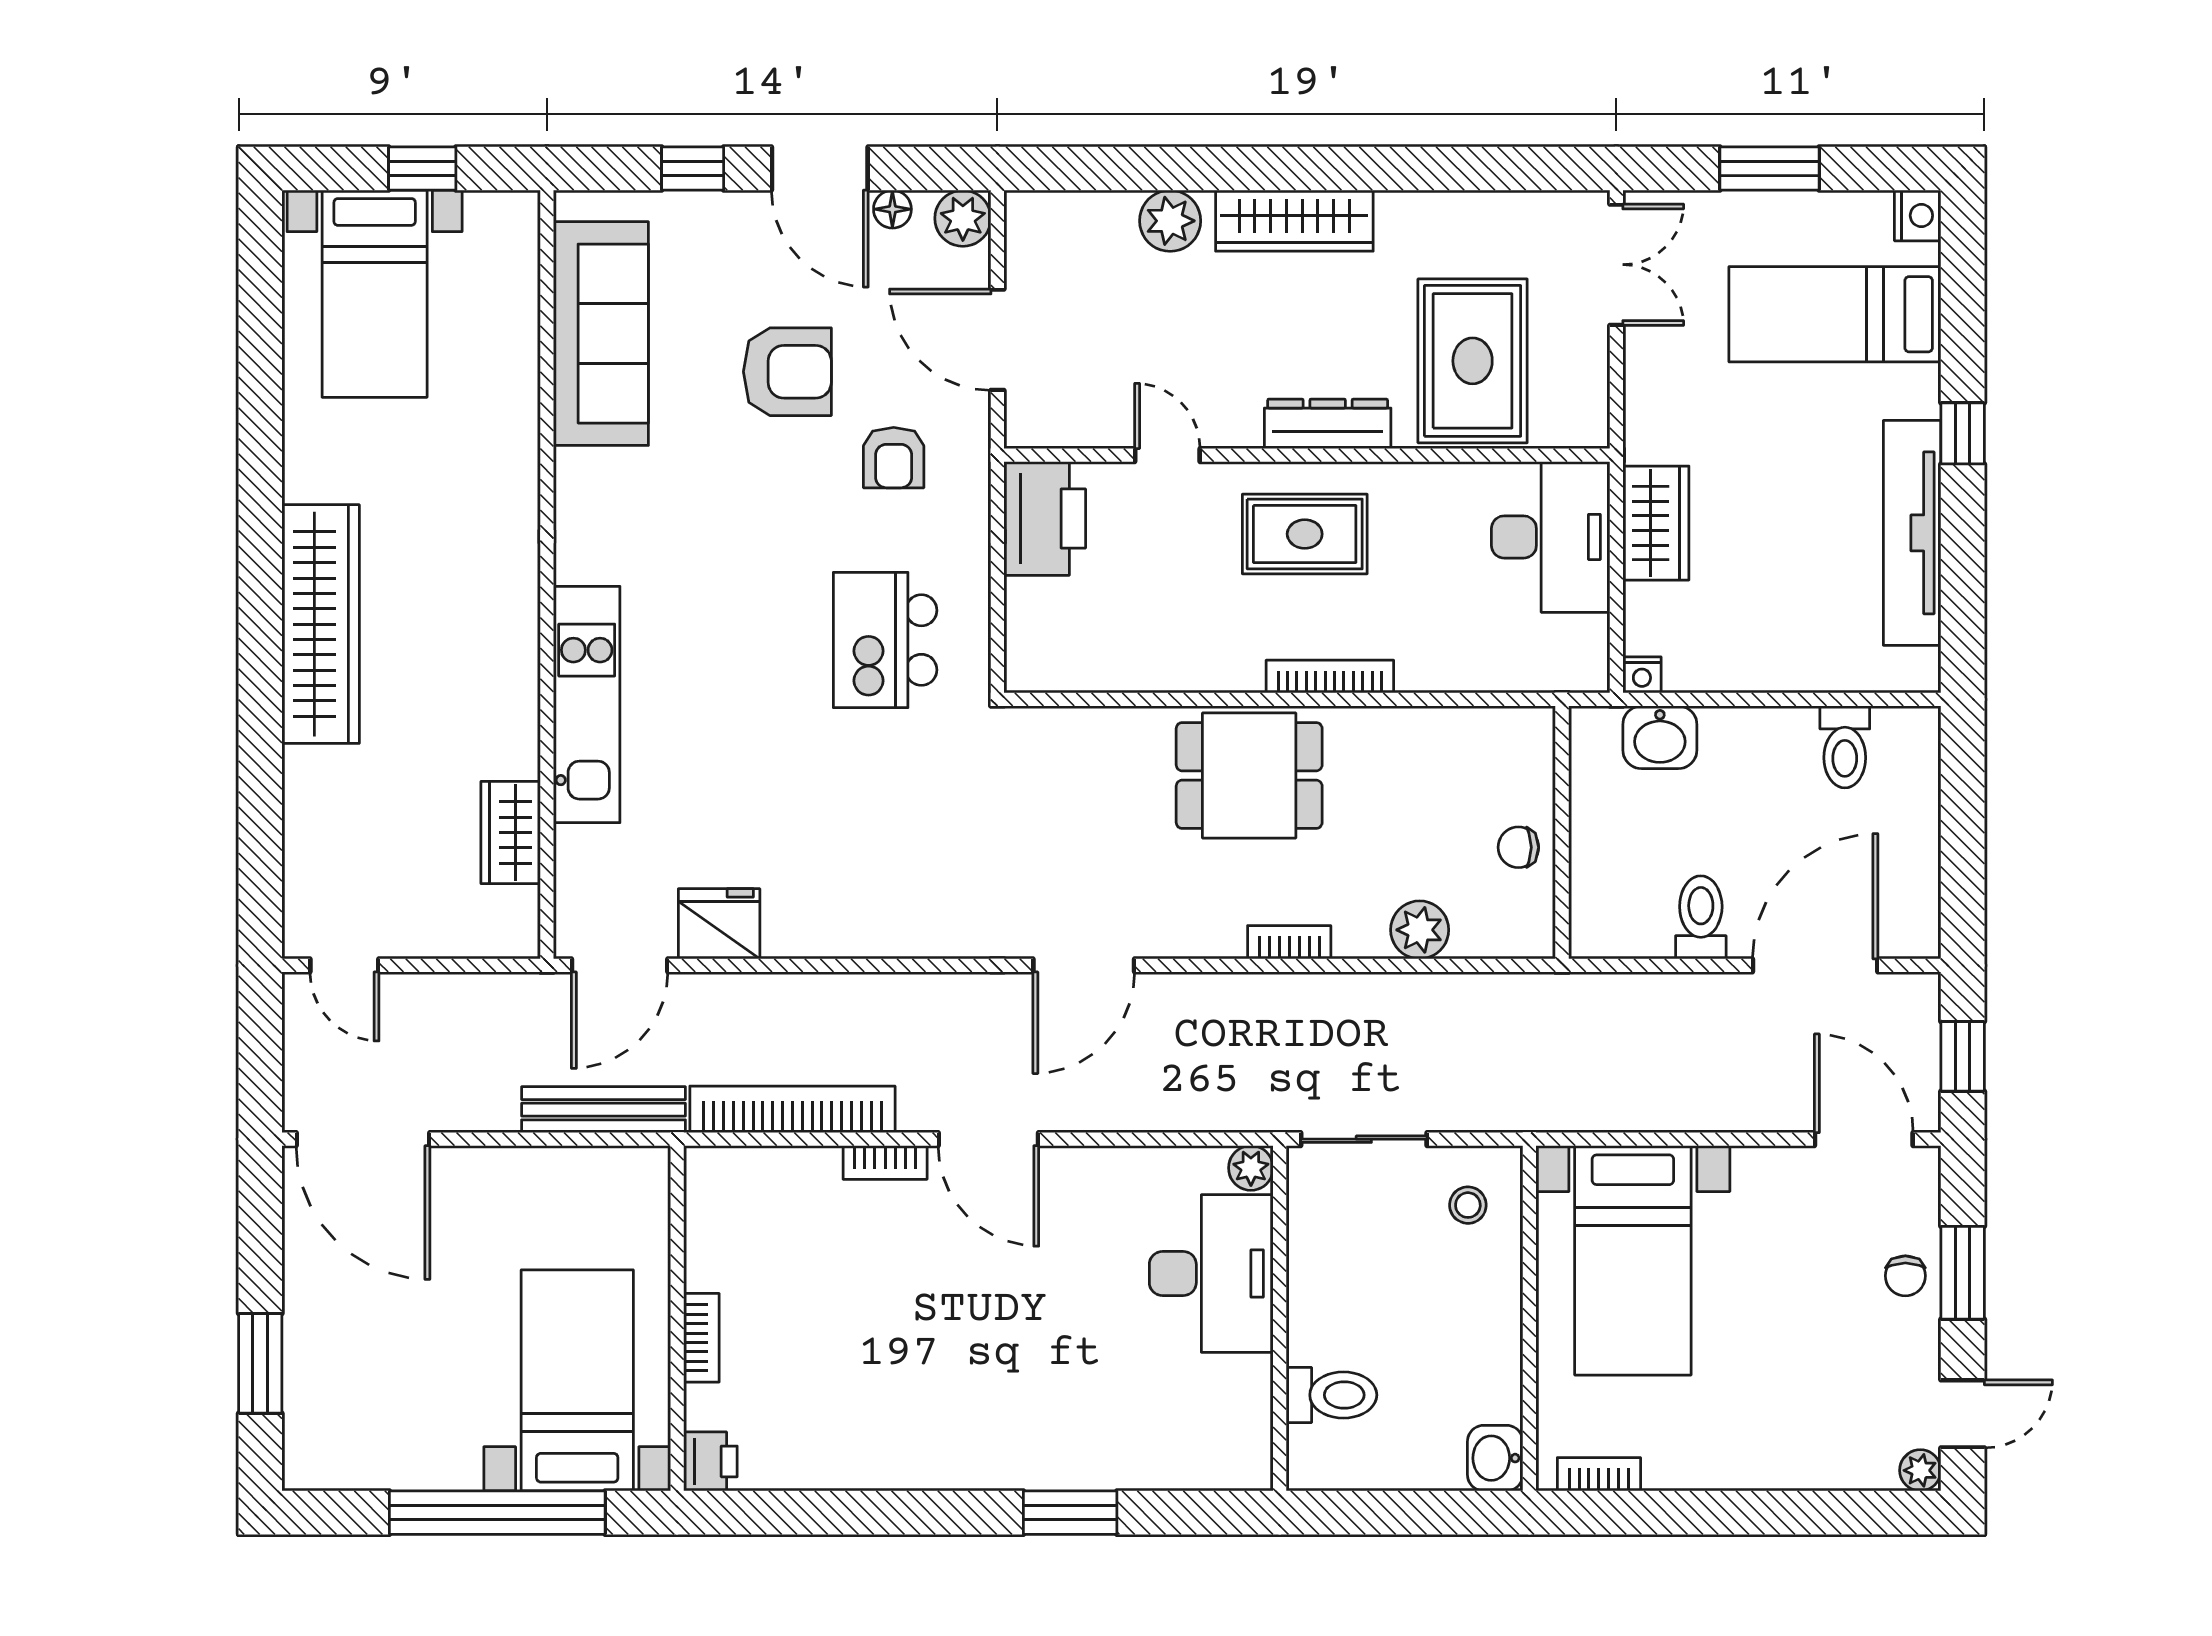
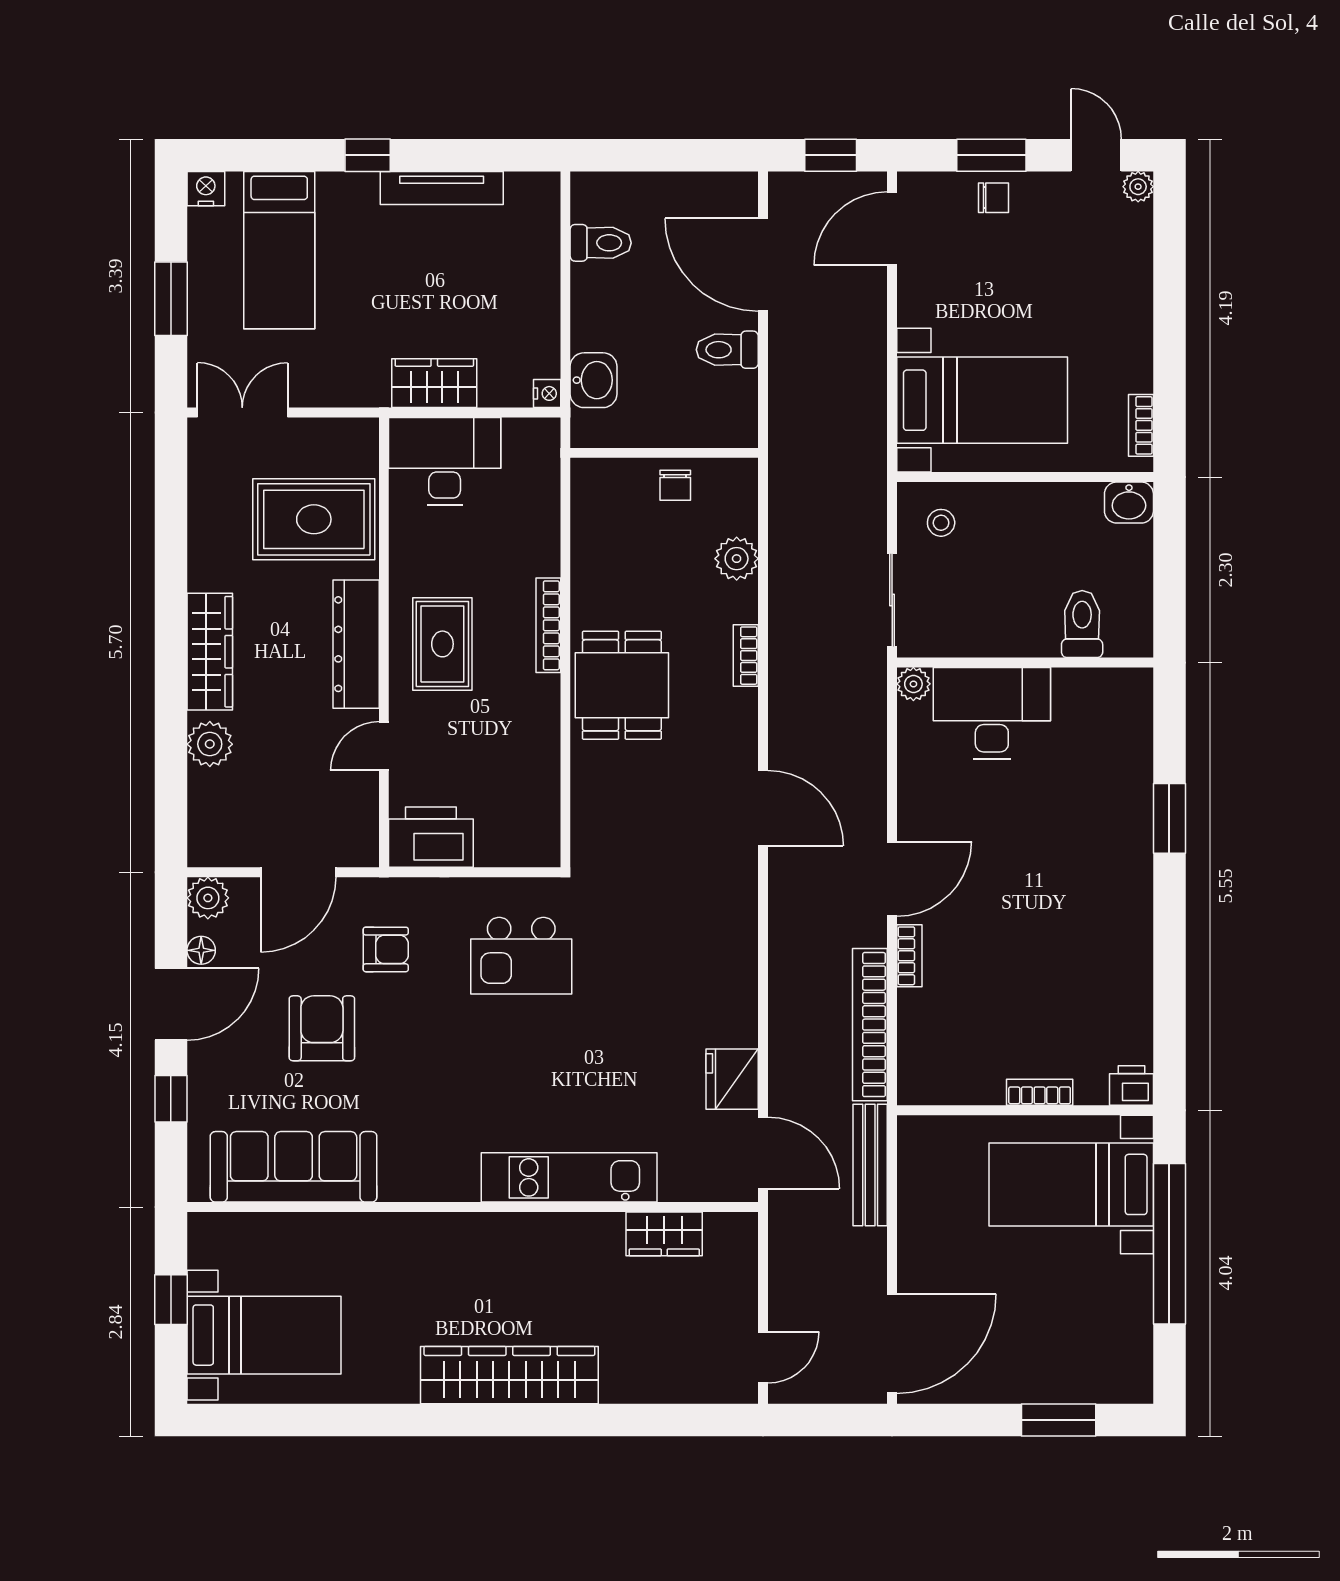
dresser: (1328, 424) -> (356, 644), width x1.37, depth x1.24
tv unit: (1912, 533) -> (442, 188), width x0.73, depth x0.78

